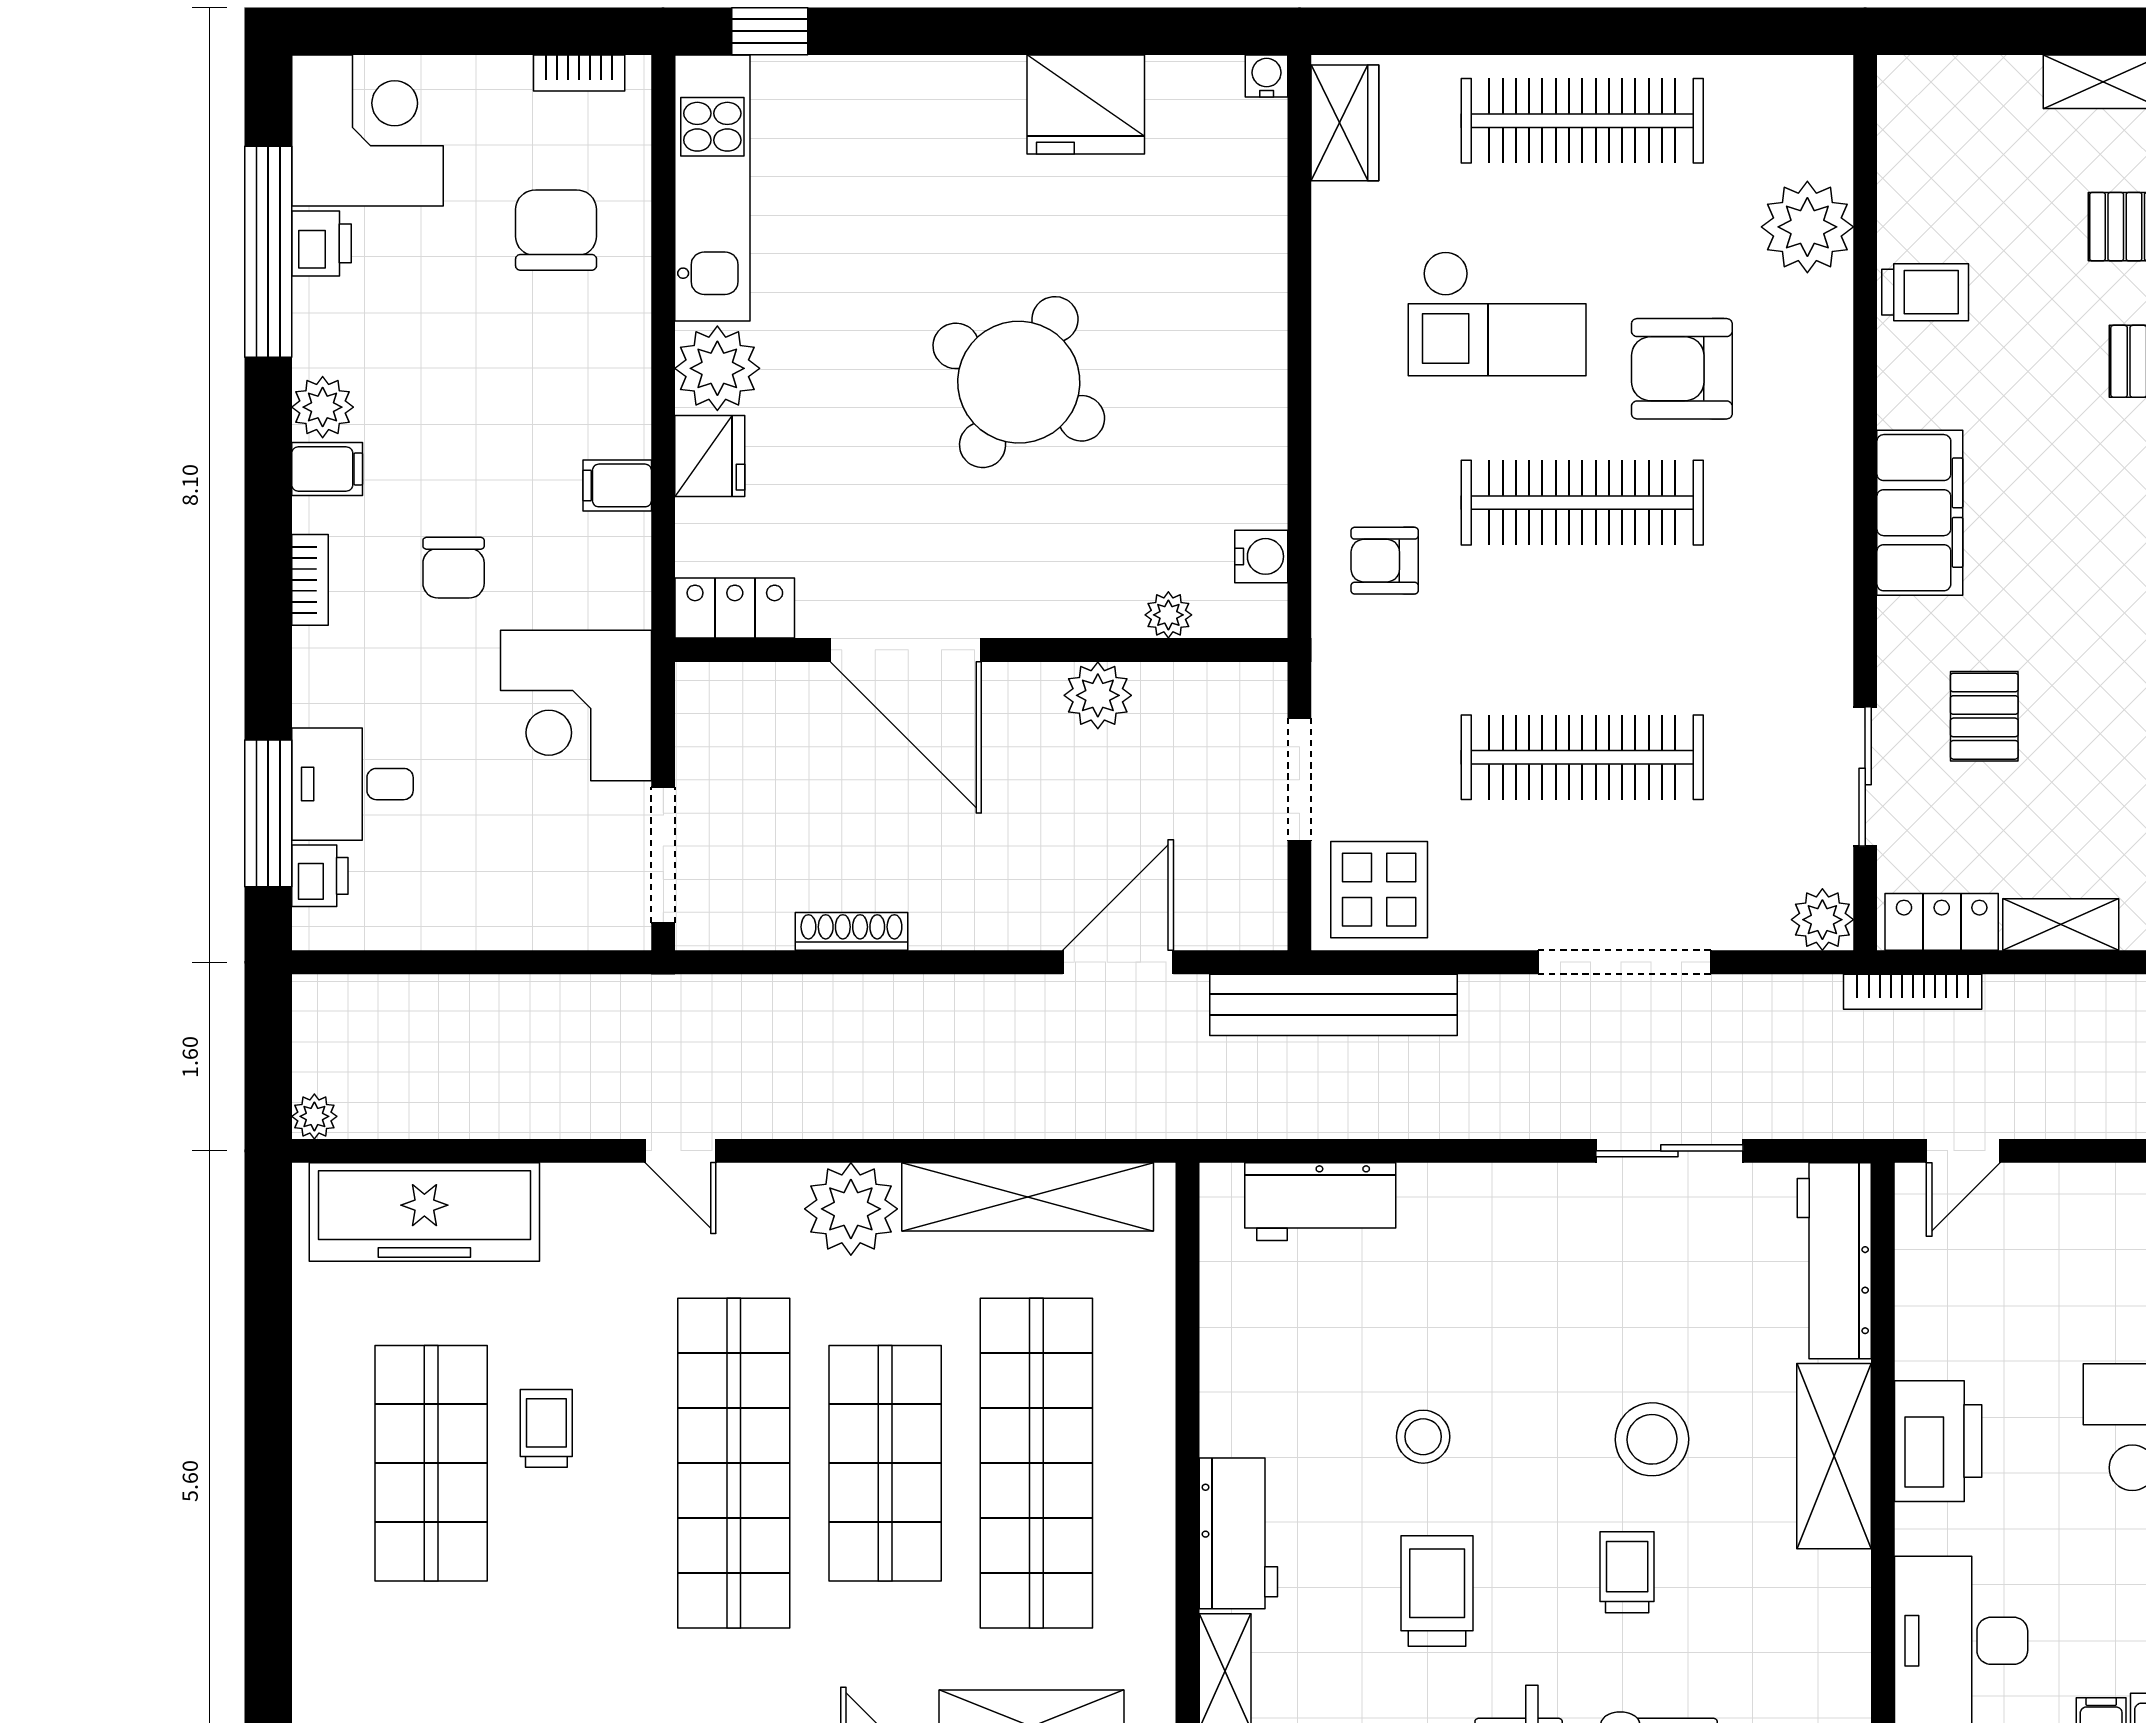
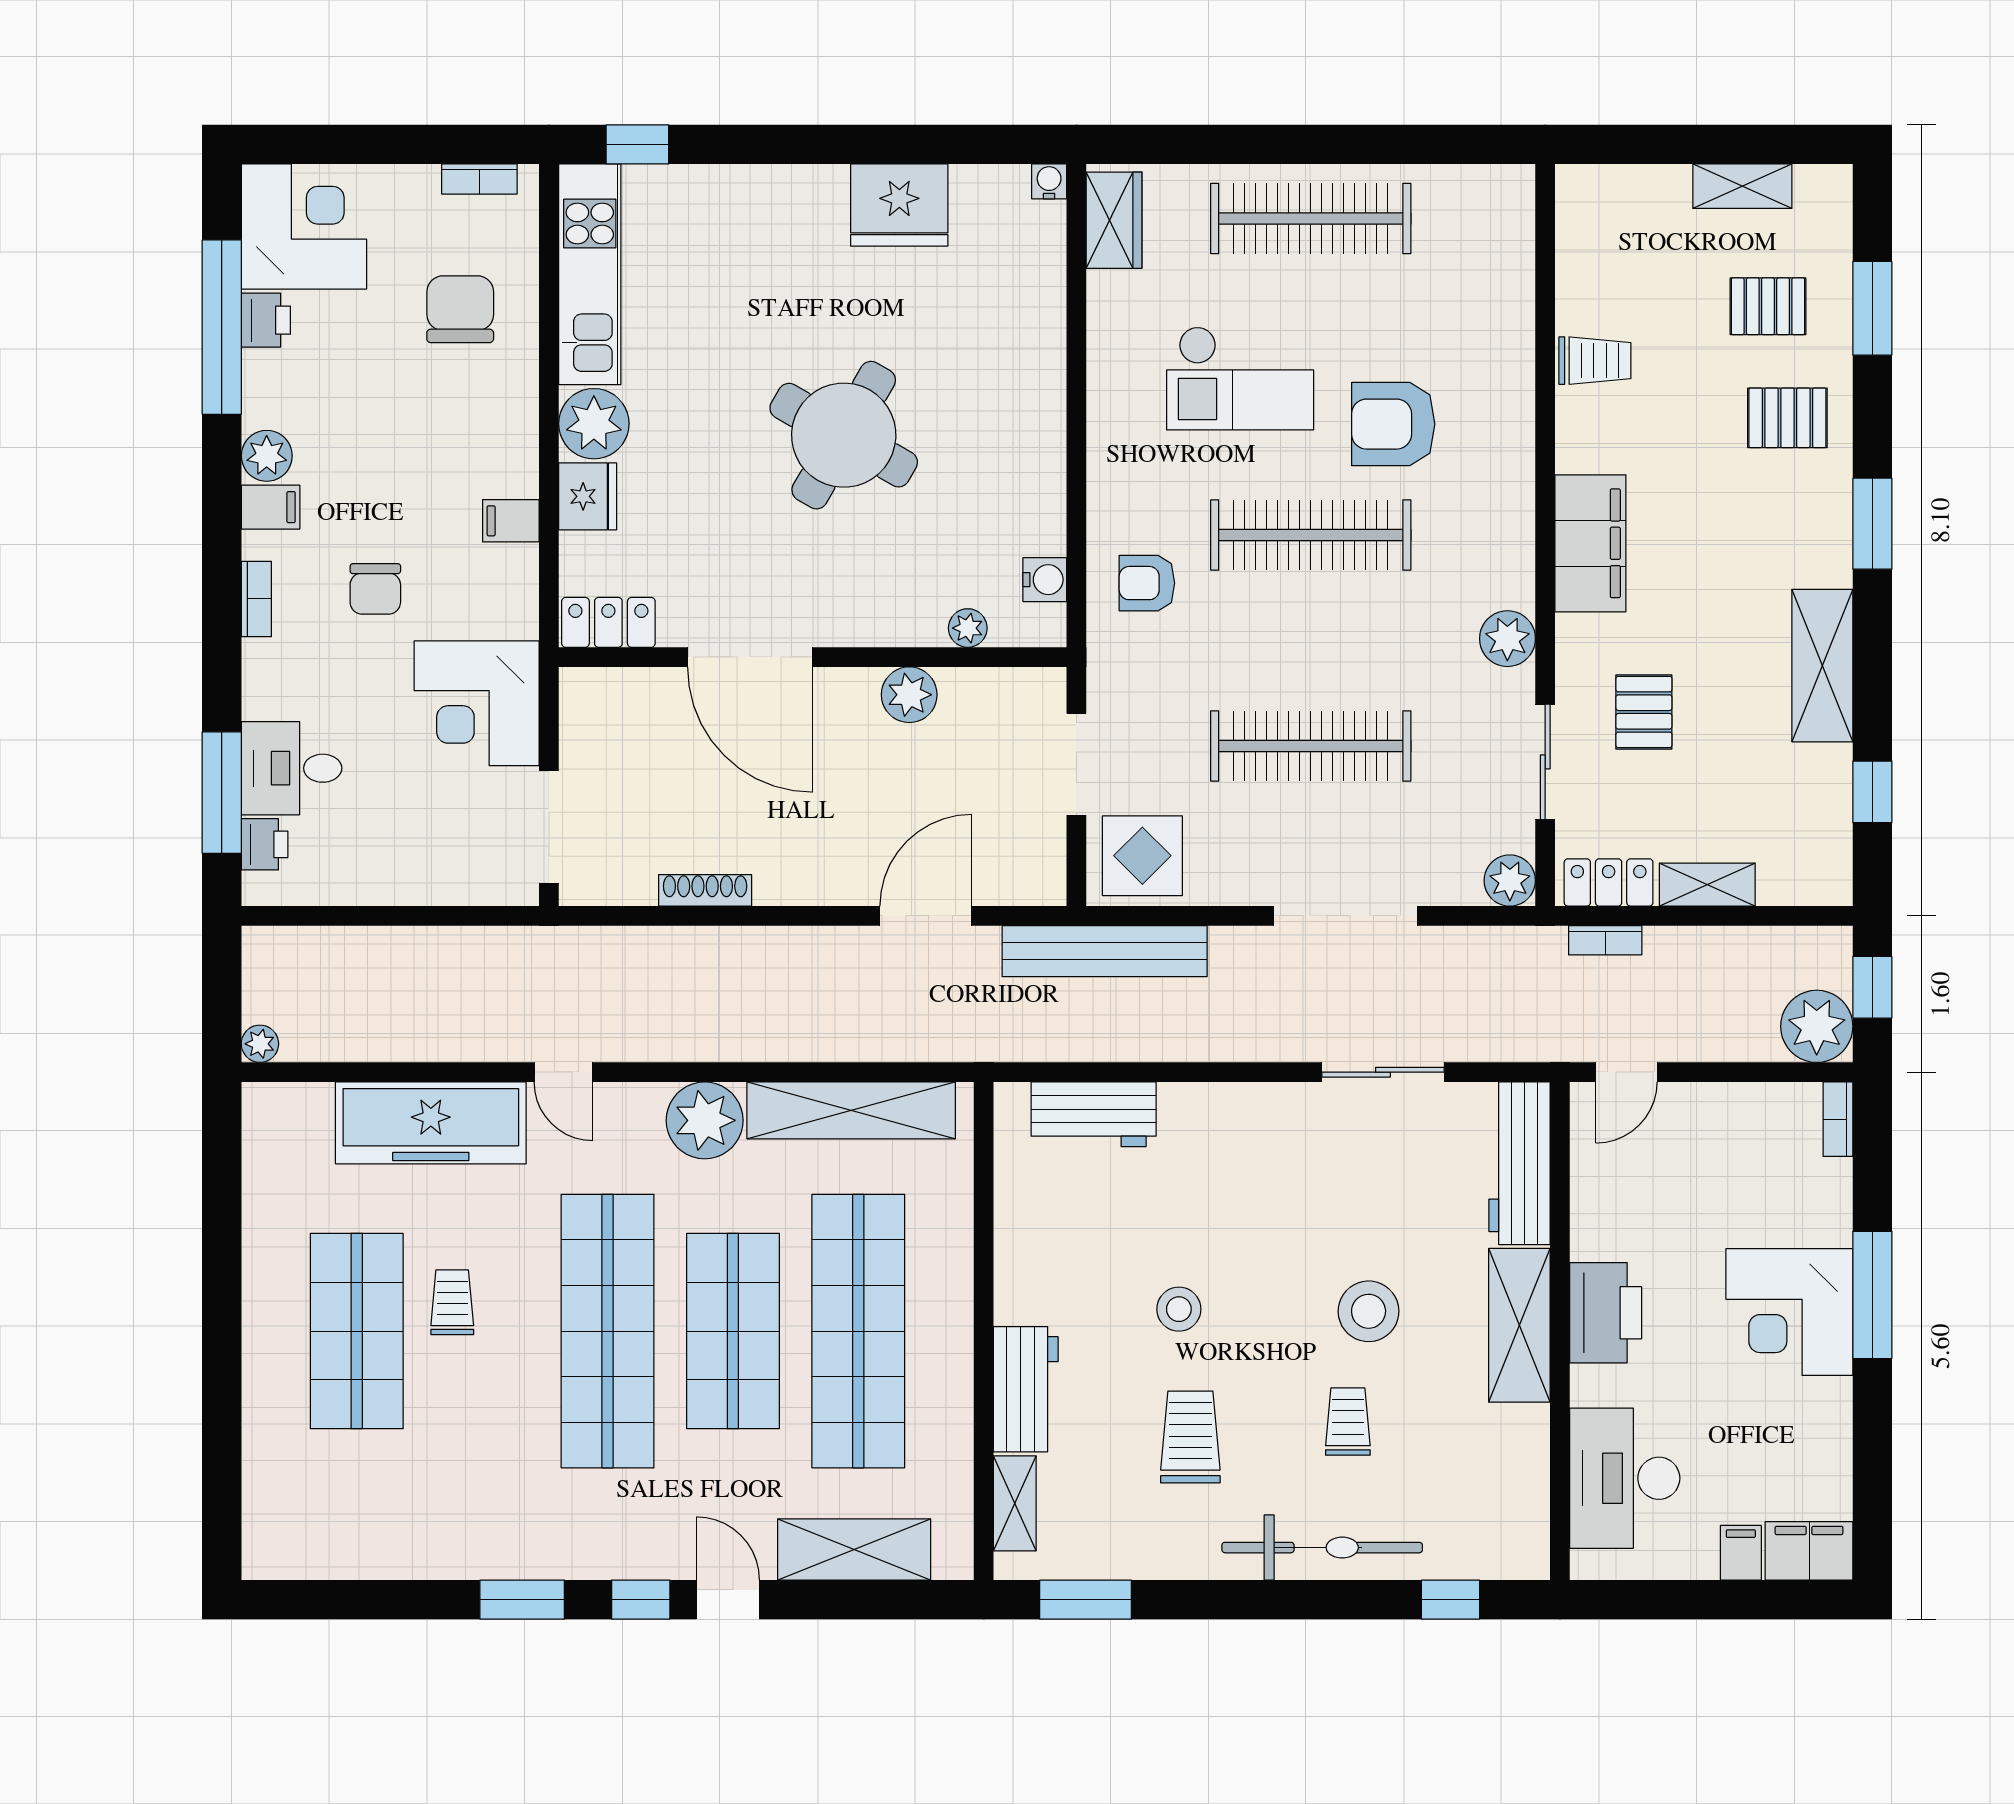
plant: (1807, 227) -> (1507, 639), moved, width x0.73, depth x0.73
bookcase: (1913, 992) -> (1605, 940), width x0.64
freezer: (424, 1212) -> (431, 1123), moved

